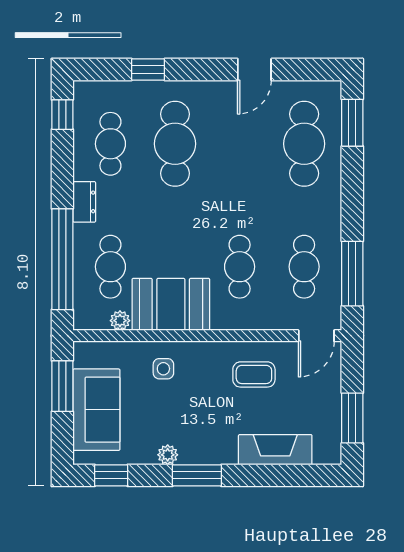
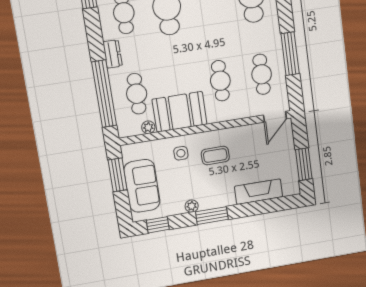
window: (352, 274) -> (290, 54), moved
coffee table: (254, 374) -> (215, 156), moved

